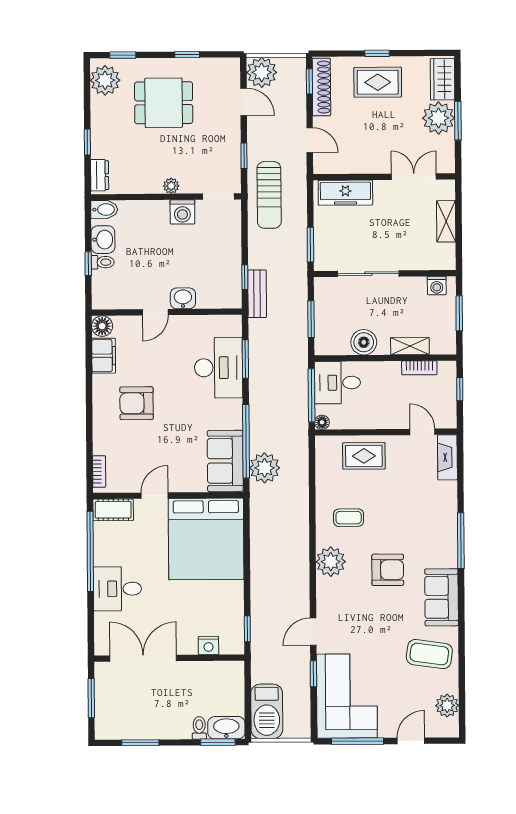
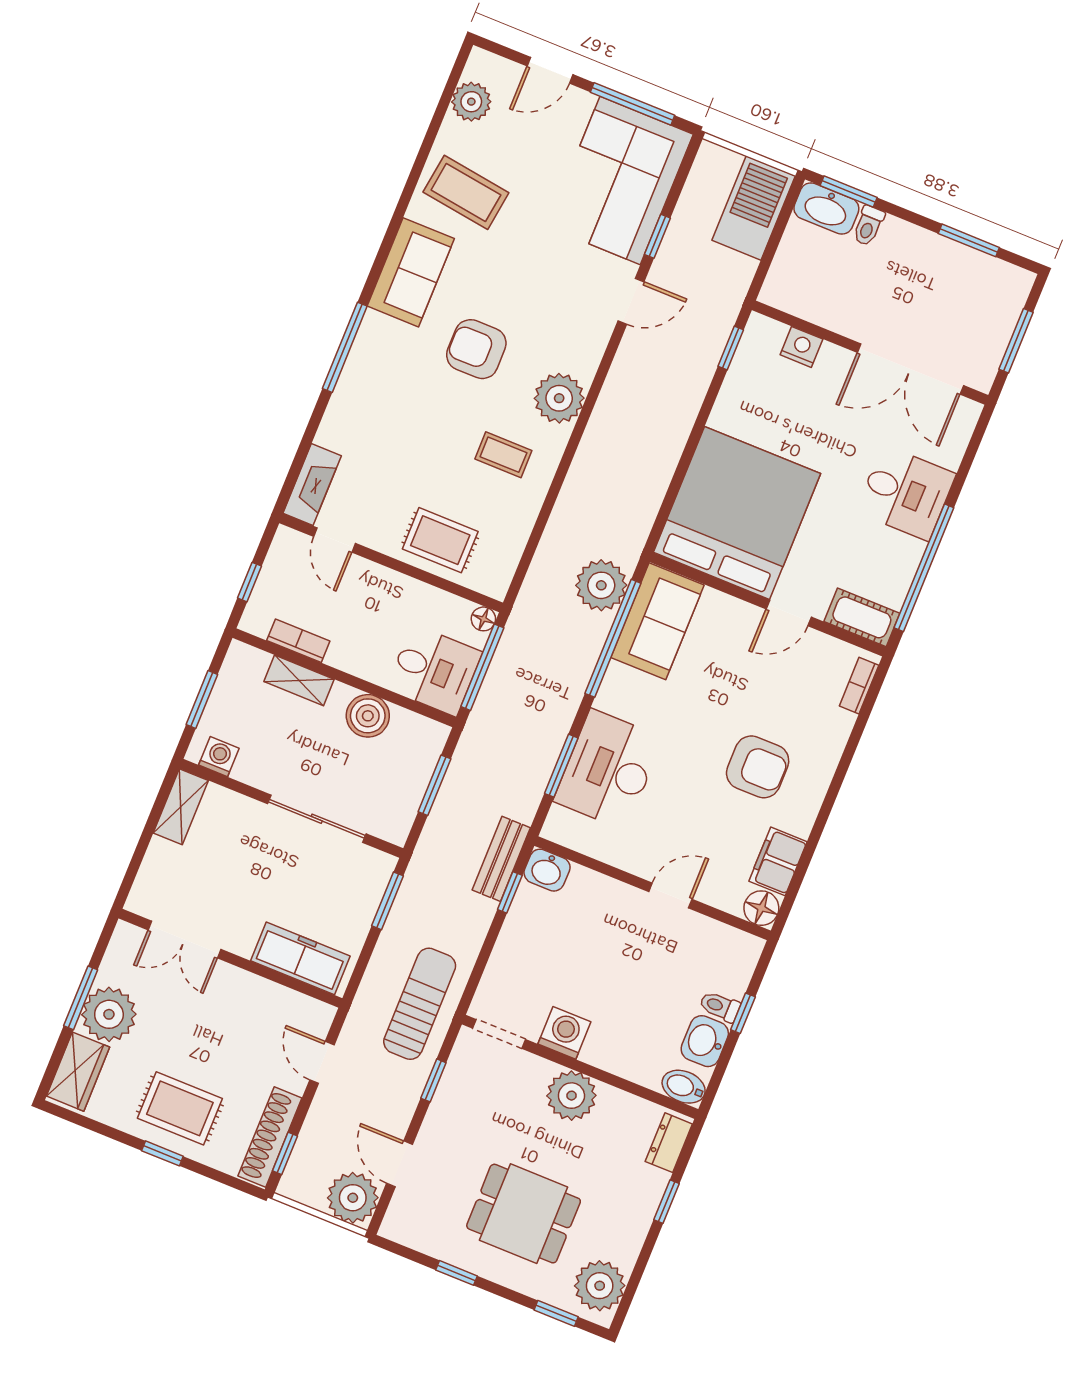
plant: (171, 186) -> (571, 1096), width x1.88, depth x1.88
shelving: (446, 221) -> (181, 807), moved
washbasin: (183, 298) -> (547, 870), moved

